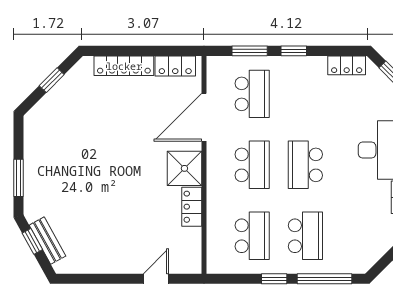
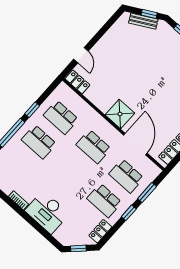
school desk: (305, 165) -> (104, 200), moved, turned 180
locker: (192, 207) -> (77, 82), moved

